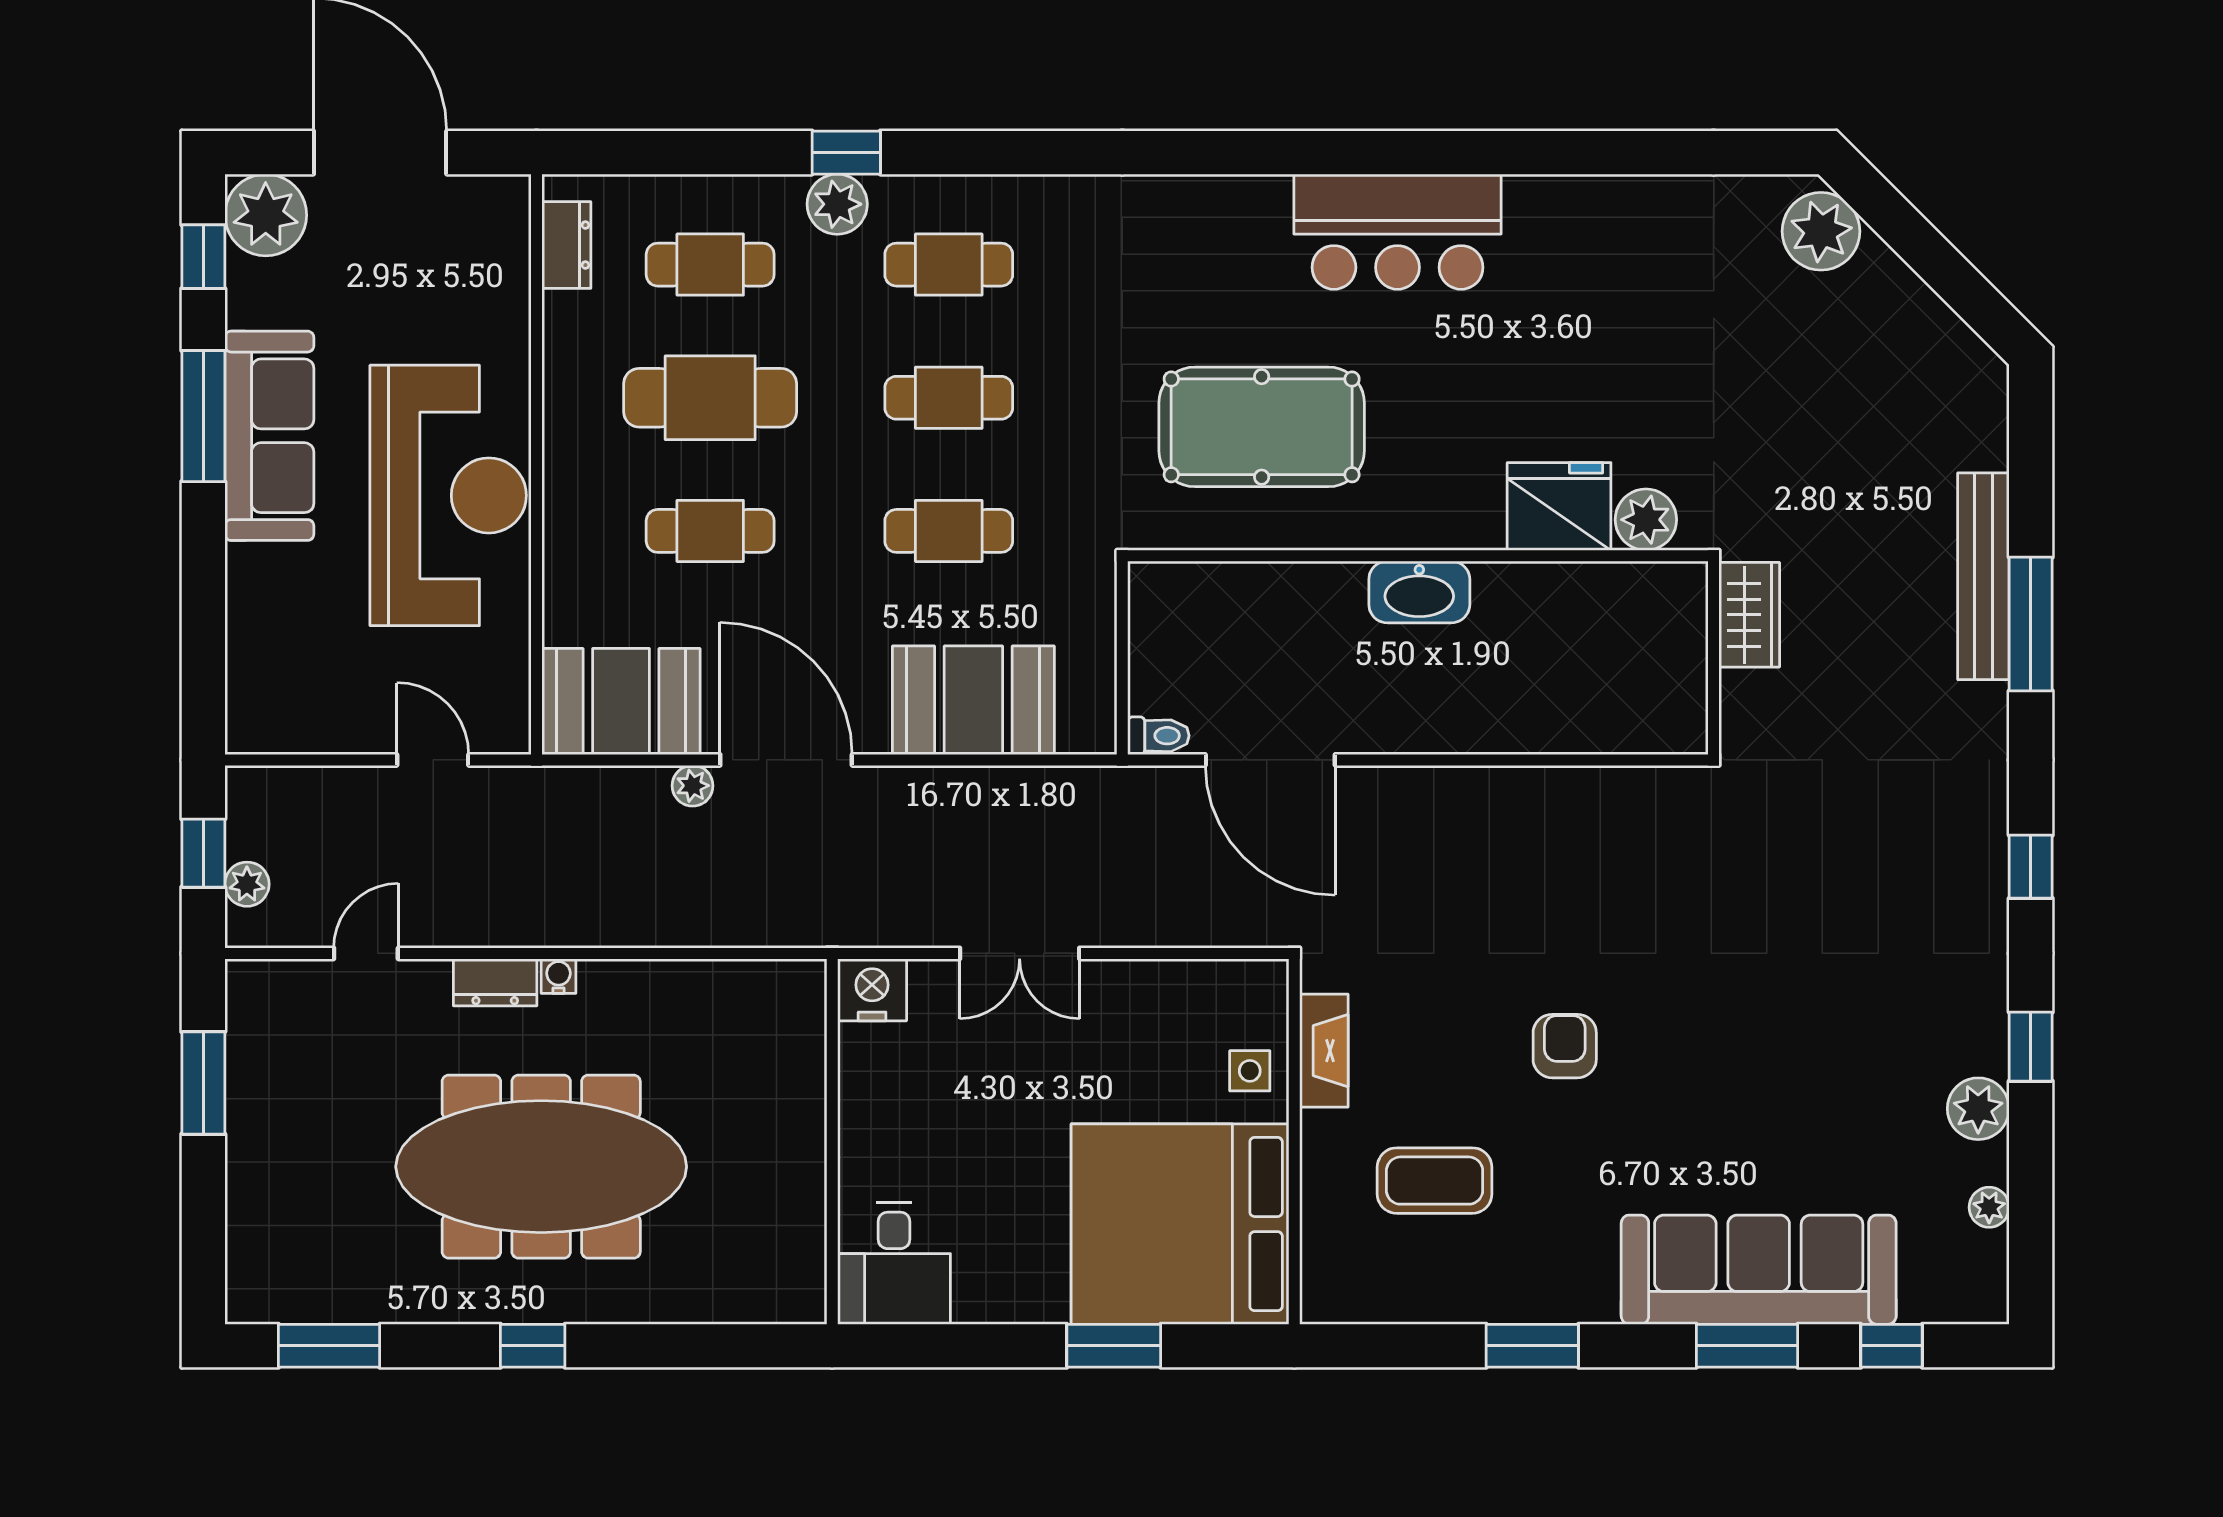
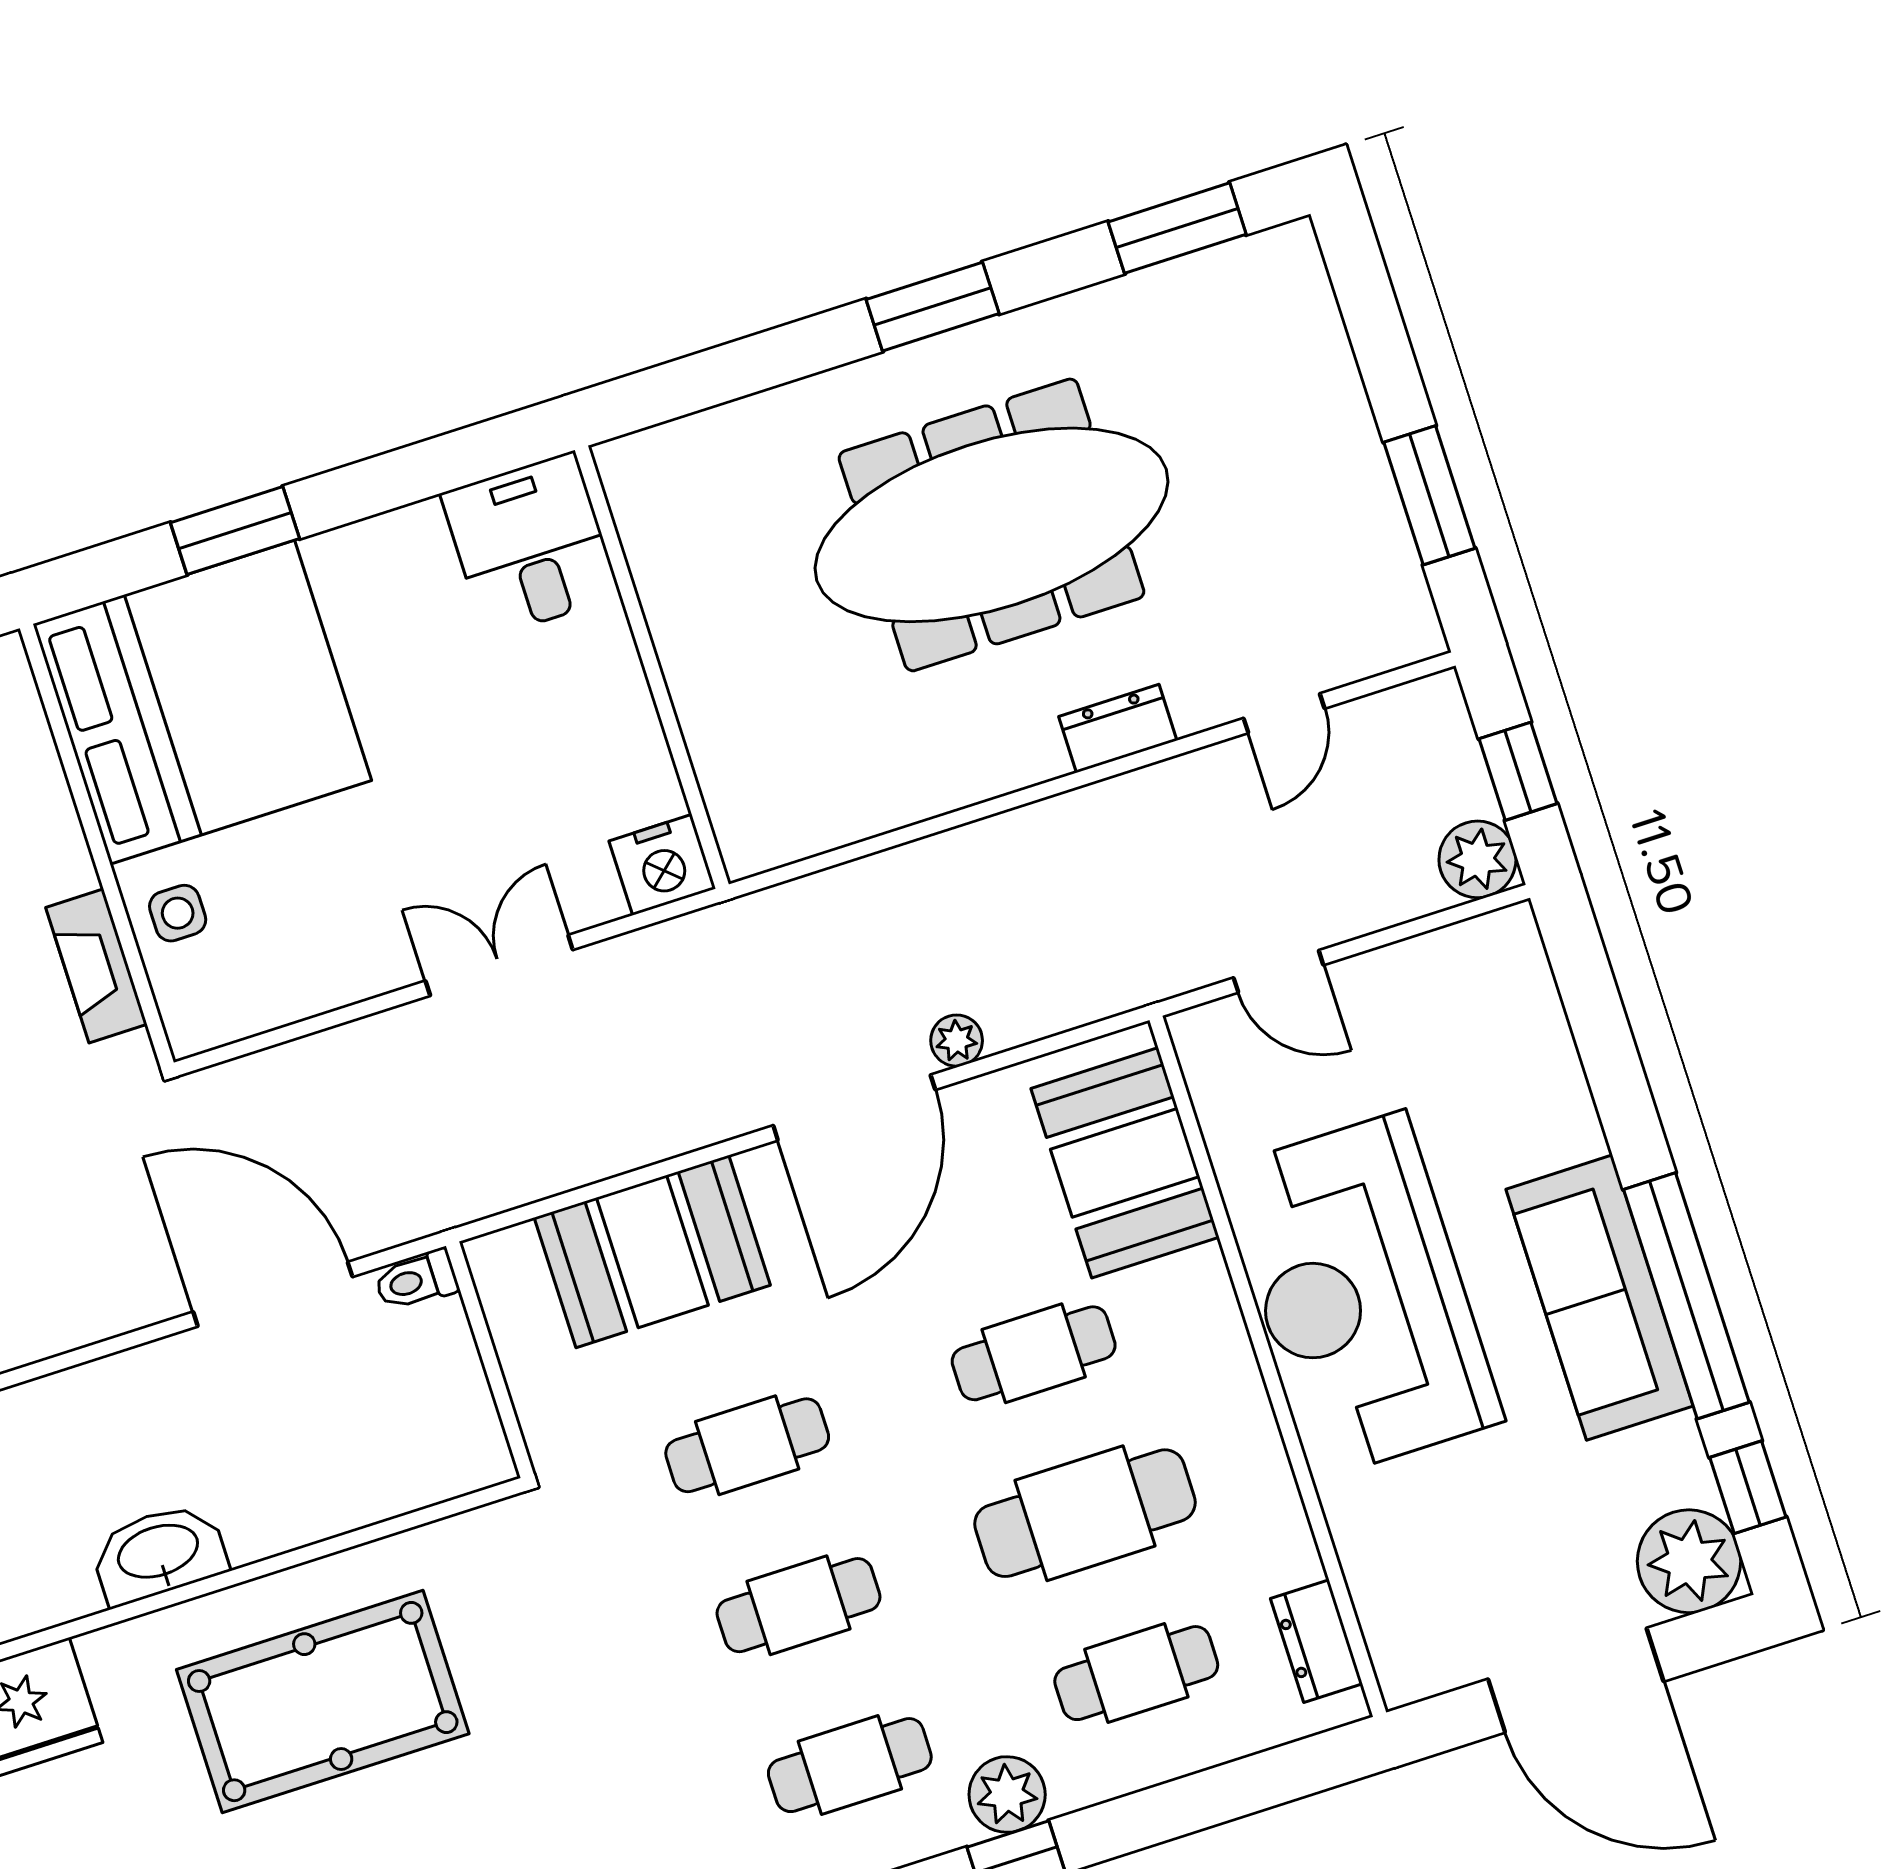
window: (203, 416) -> (1686, 1296), width x1.46
pool table: (1262, 427) -> (323, 1702), moved
booth: (621, 702) -> (1125, 1163), moved, turned 90
door: (786, 760) -> (854, 1108), hinge flipped
plant: (247, 884) -> (1477, 859), moved, width x1.38, depth x1.38
water cooler: (558, 976) -> (1044, 760), removed
window: (533, 1346) -> (933, 307), width x1.50

